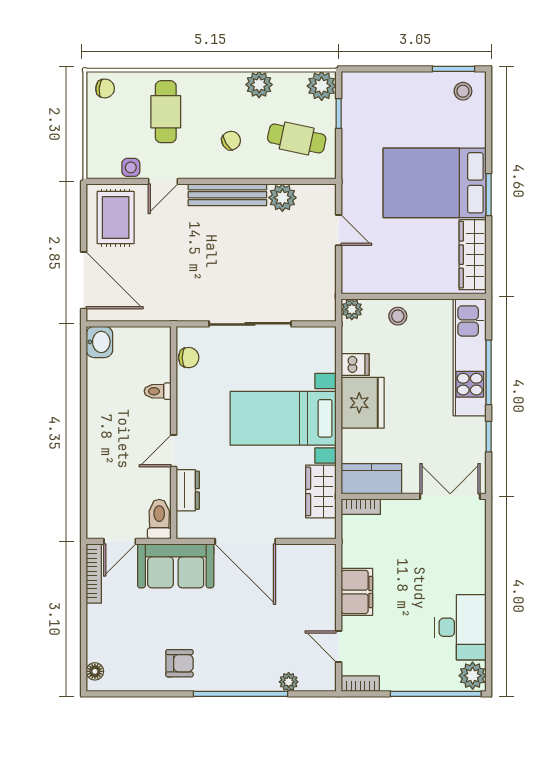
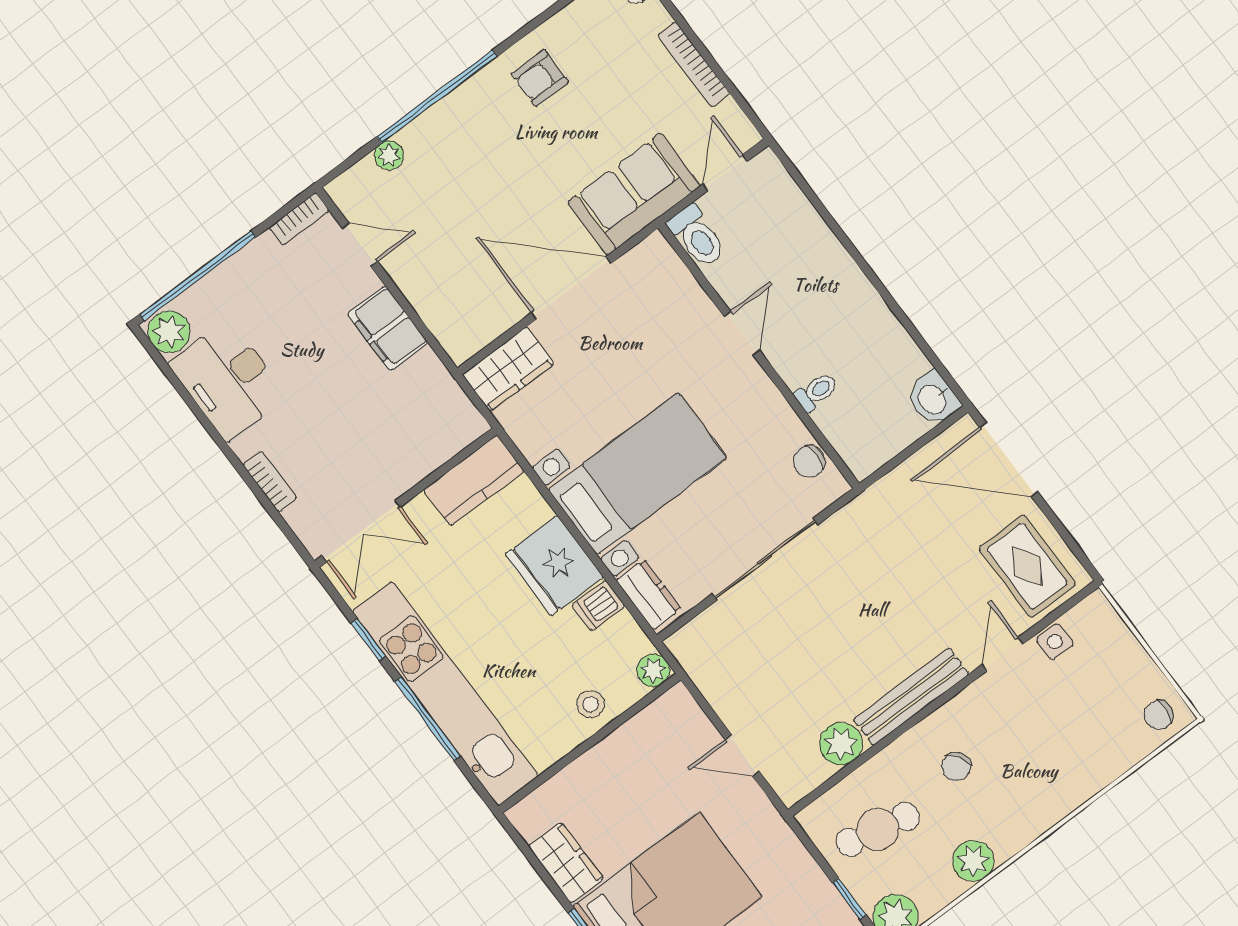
cafe table: (166, 112) -> (1063, 742), removed
wardrobe: (473, 255) -> (566, 863), width x0.67
kitchen unit: (470, 357) -> (445, 694), width x1.36
dresser: (188, 490) -> (649, 595), moved, turned 180
wardrobe: (321, 491) -> (508, 369), moved, turned 90
bookcase: (361, 507) -> (270, 481), moved, turned 90
bookcase: (94, 573) -> (694, 64), moved

